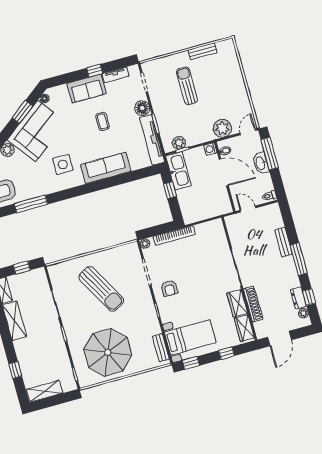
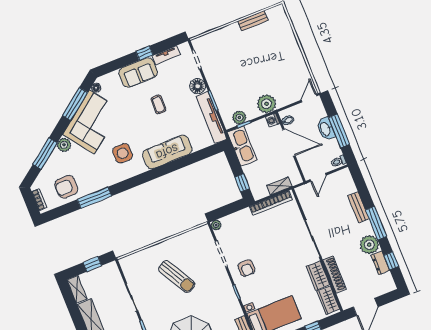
sun lounger: (187, 86) -> (241, 58), removed
window: (22, 112) -> (75, 104), width x1.44
plant: (222, 128) -> (267, 104), moved
window: (270, 154) -> (339, 131), moved
window: (170, 190) -> (242, 183), moved
door: (248, 209) -> (318, 177), swing flipped
shelving: (210, 213) -> (279, 186), added
bookcase: (174, 235) -> (271, 203), moved
sun lounger: (101, 289) -> (177, 277), width x0.73, depth x0.75
plant: (303, 313) -> (369, 245), moved, width x1.87, depth x1.87

